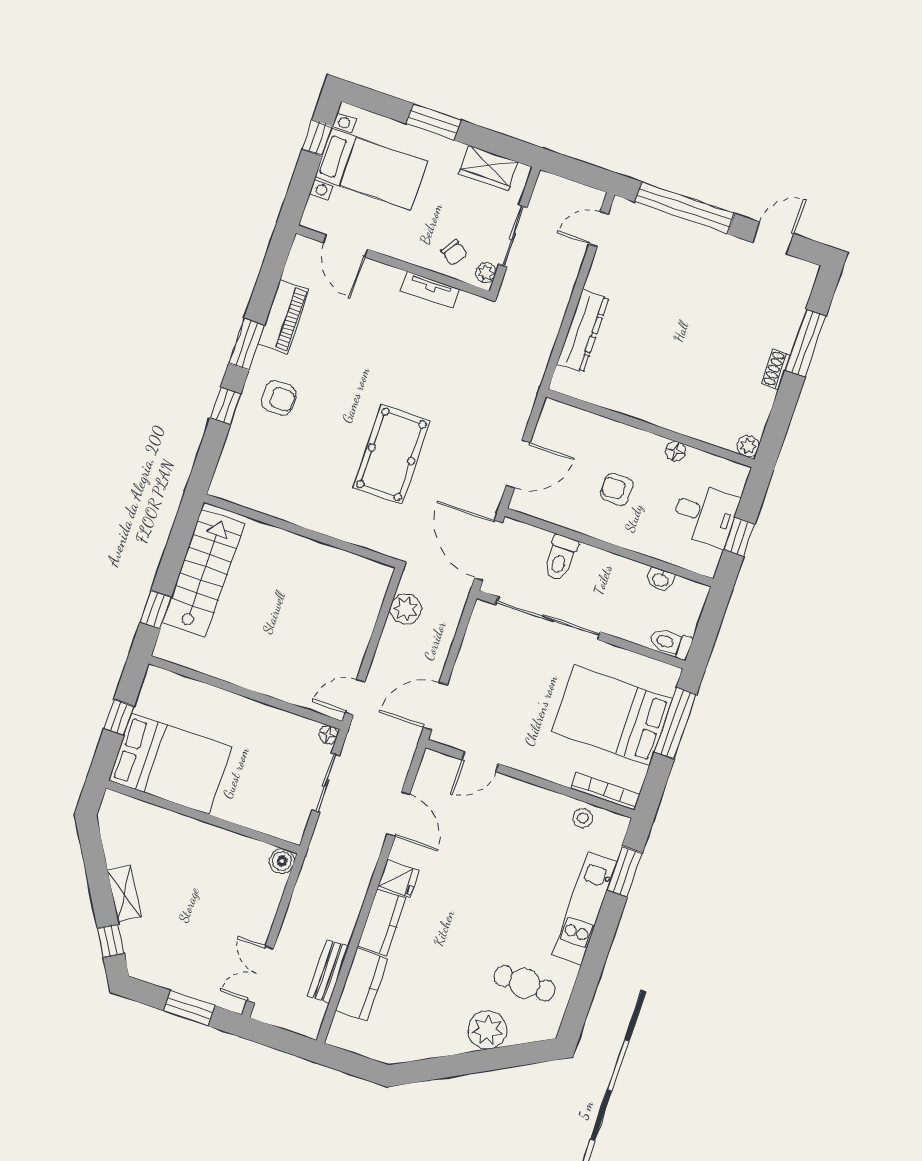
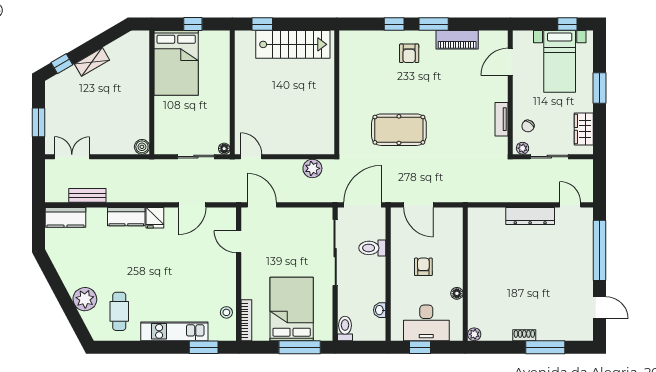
dresser: (583, 331) -> (530, 216), moved
desk: (705, 514) -> (426, 323), width x1.37
kitchen counter: (362, 984) -> (66, 217), moved

